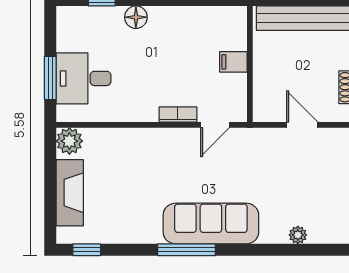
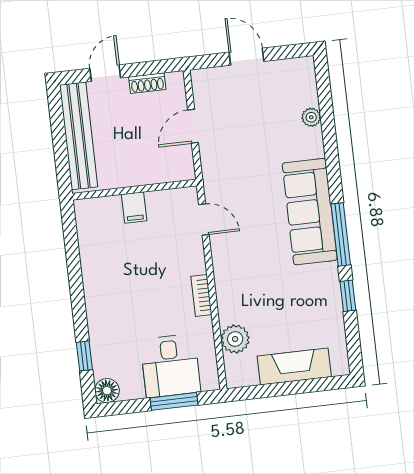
floor lamp: (136, 17) -> (107, 391), moved
bookcase: (178, 114) -> (201, 295), moved
plant: (69, 141) -> (235, 339), moved
window: (87, 250) -> (348, 296), moved

